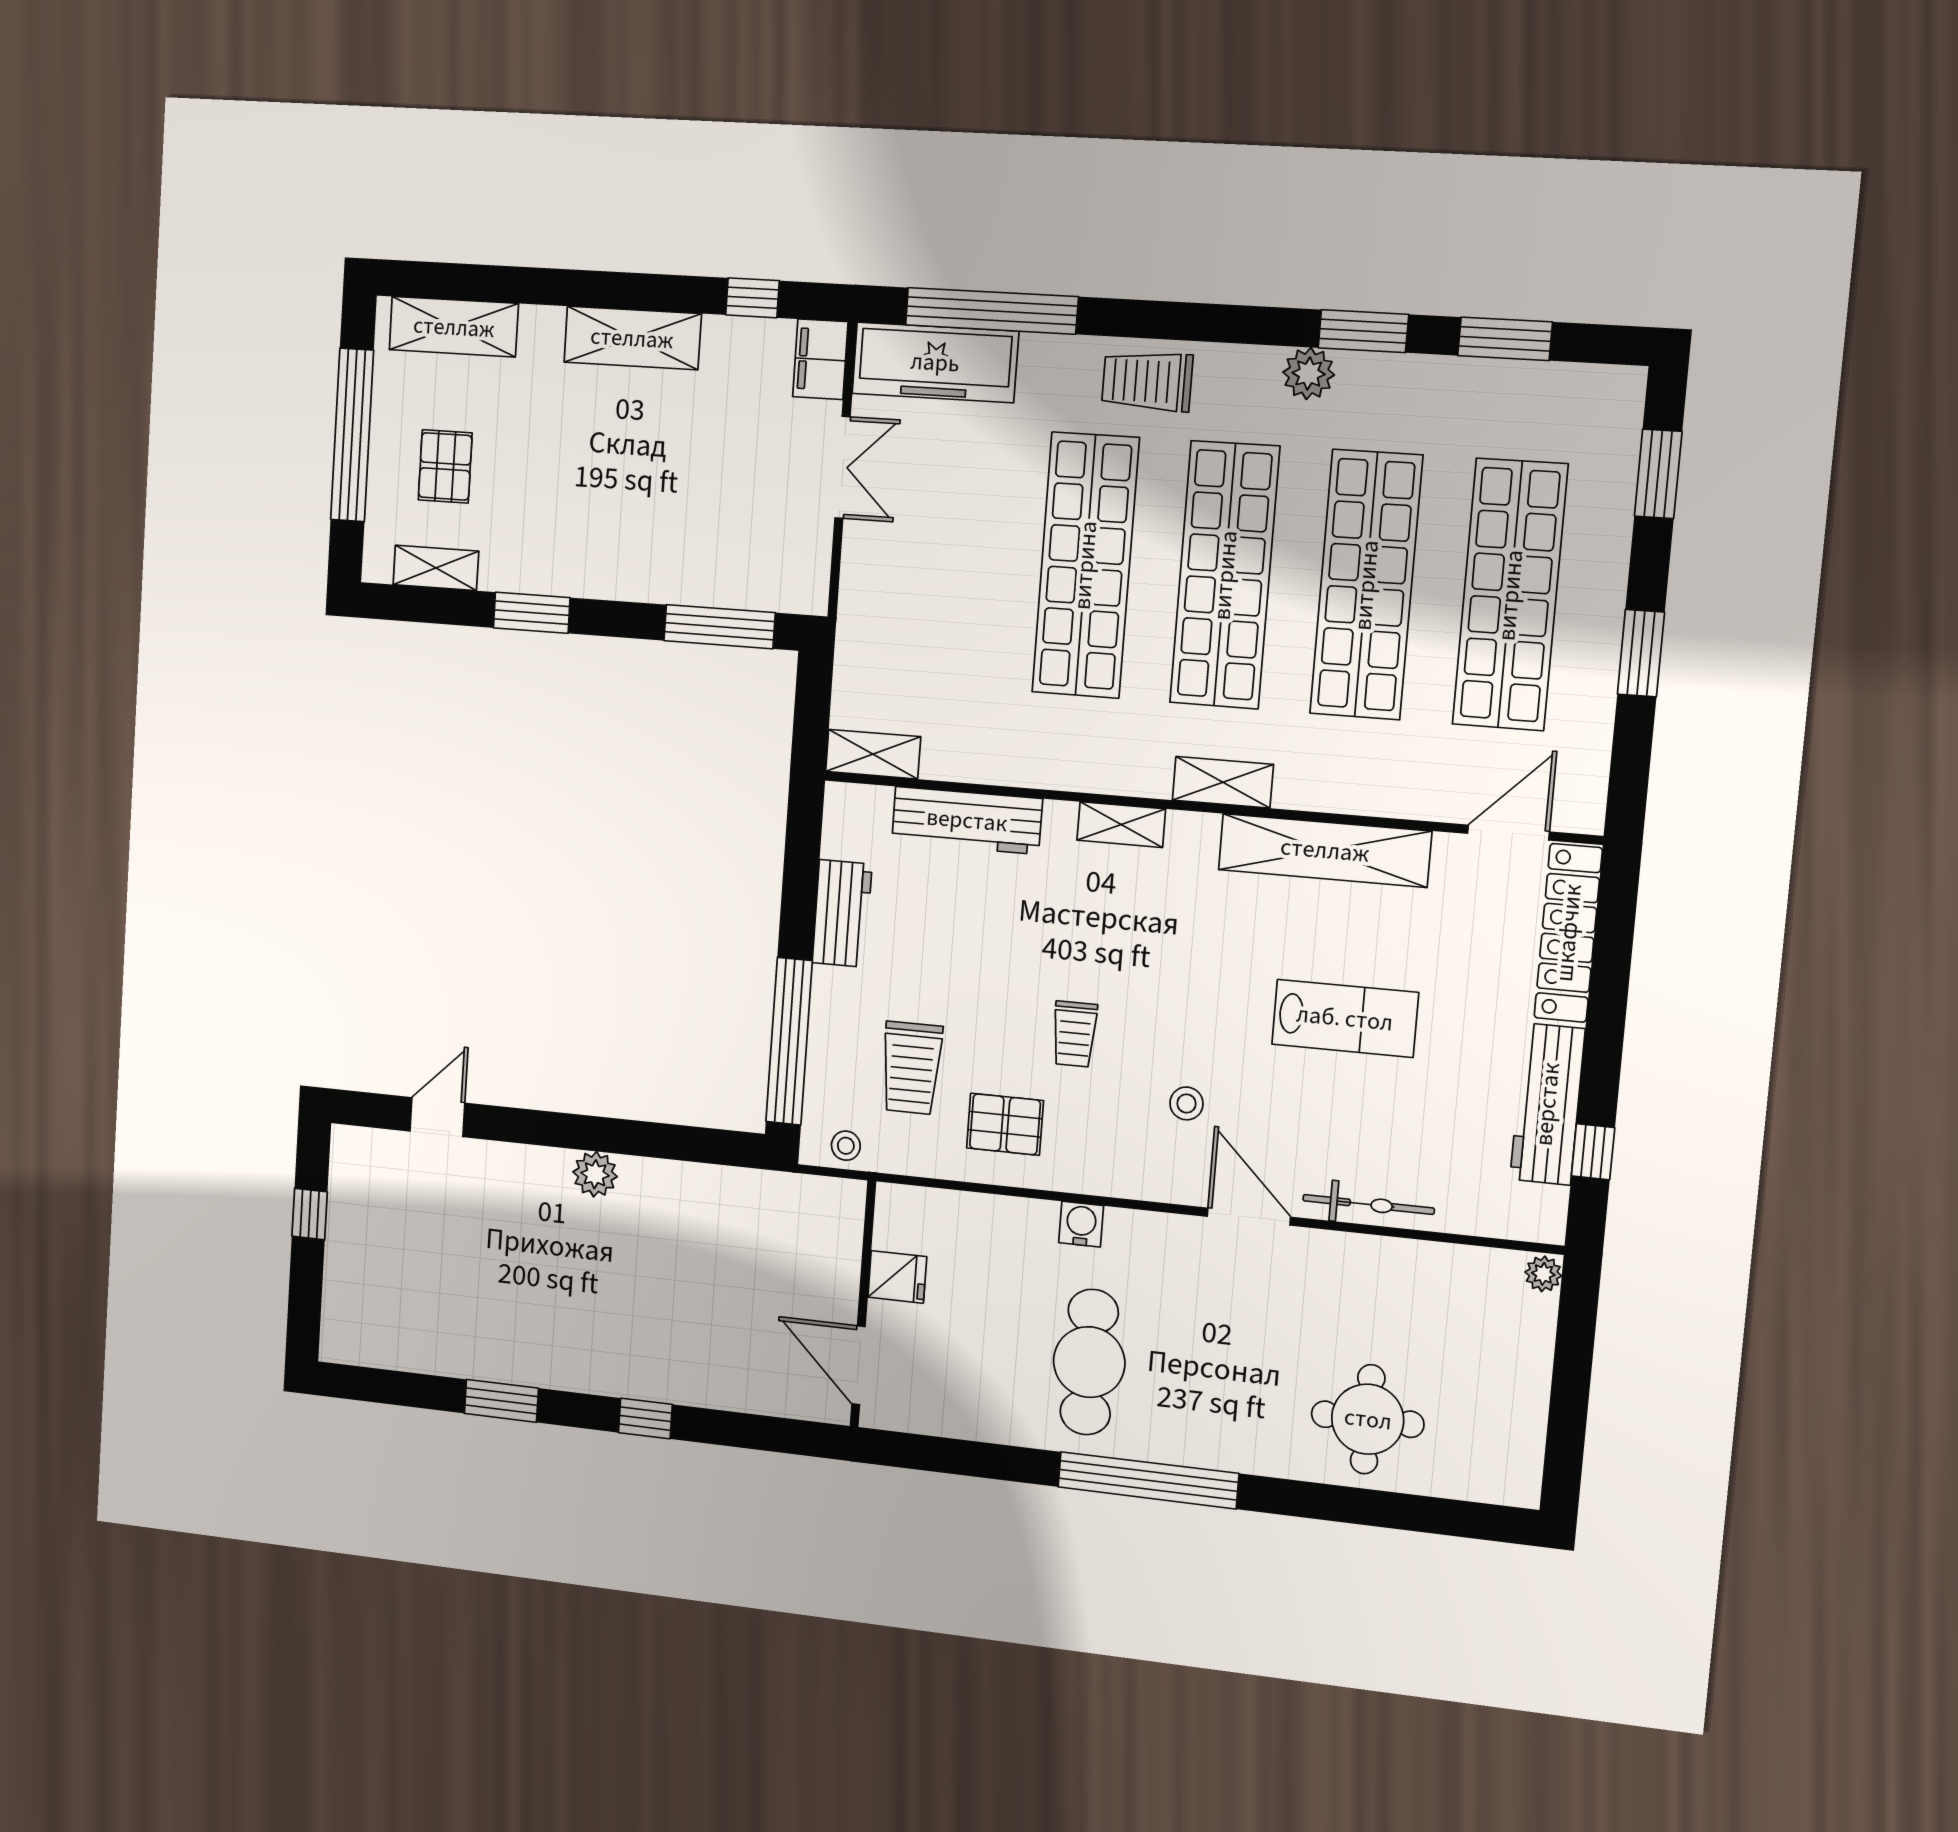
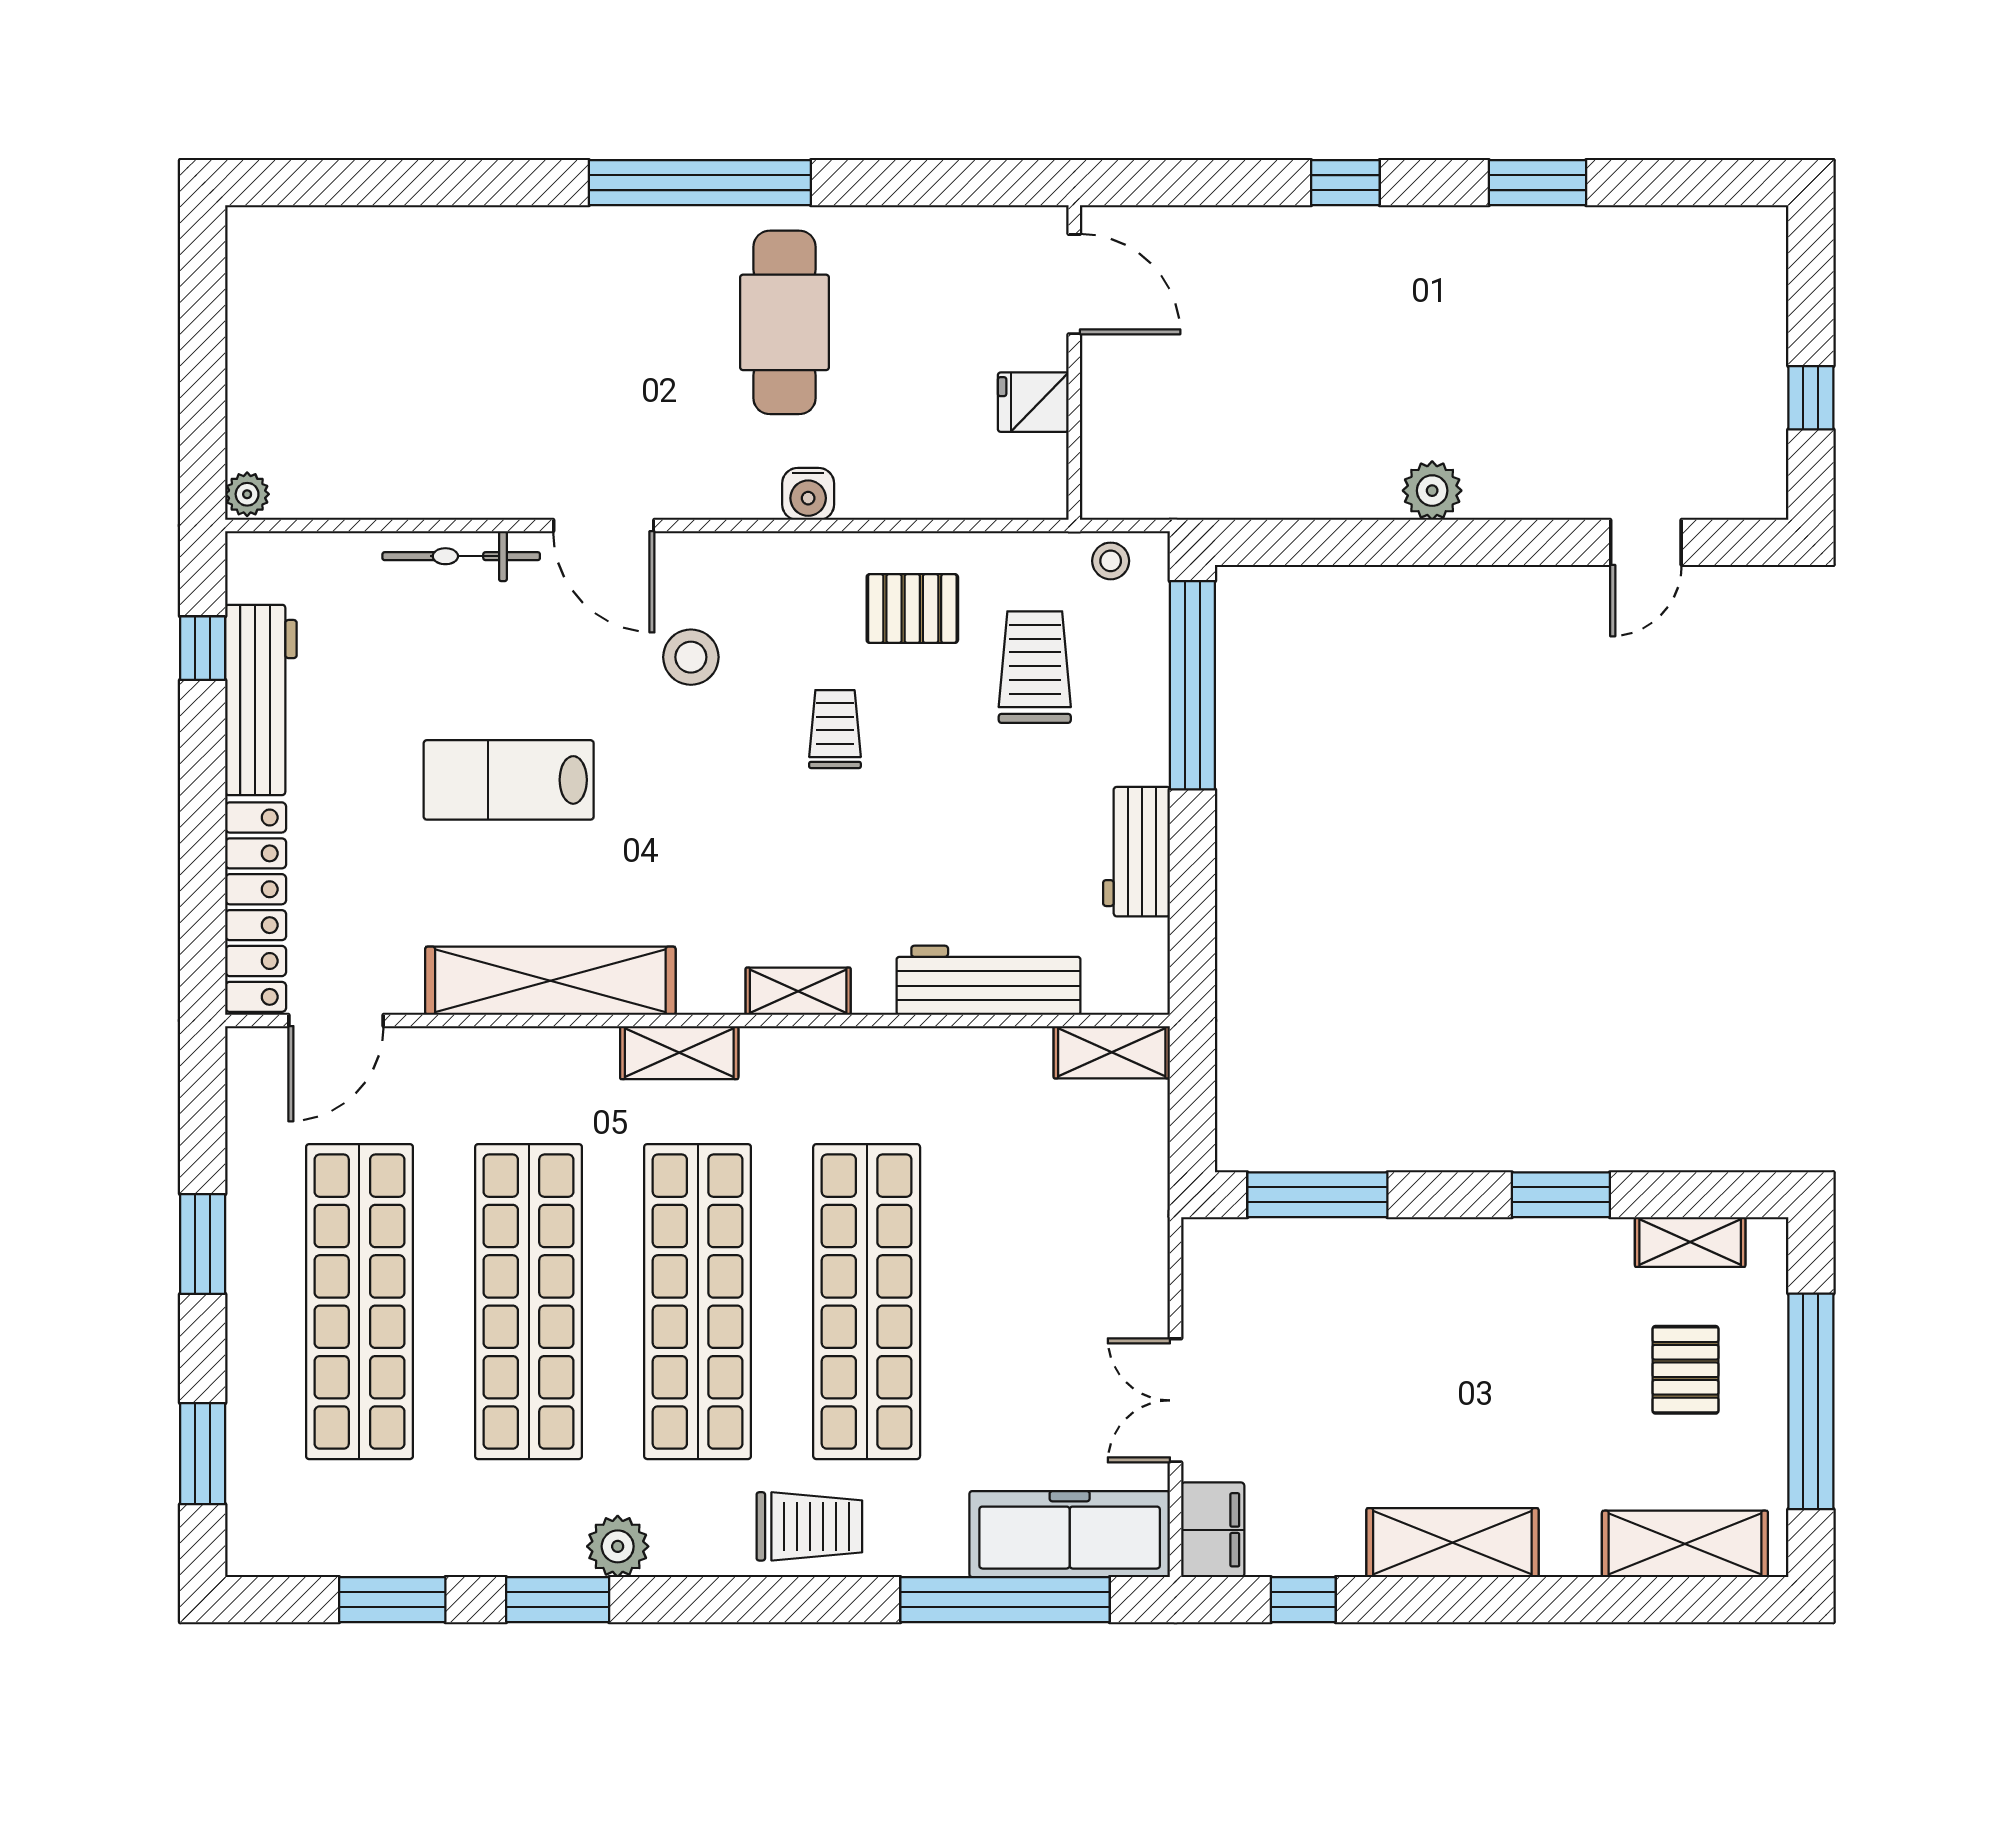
stool: (1186, 1103) -> (691, 657), width x1.37, depth x1.37
round table: (1368, 1419) -> (439, 292), removed

